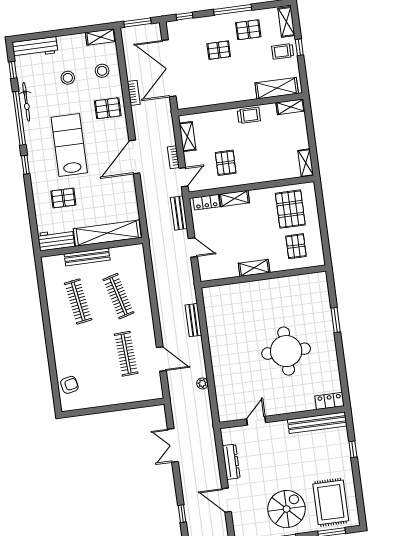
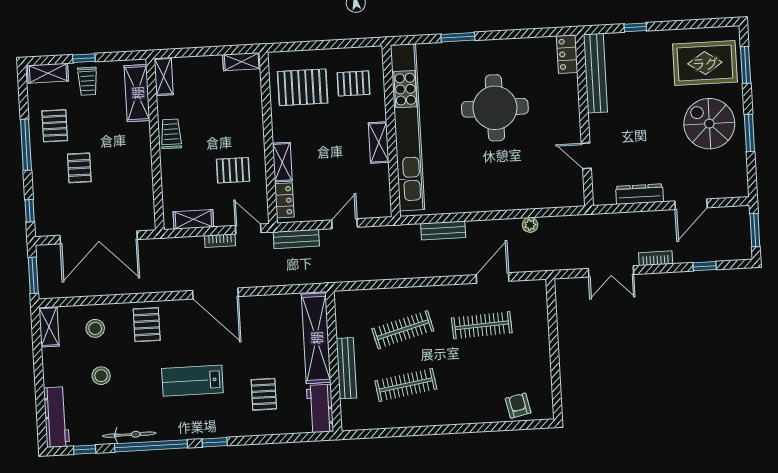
bookcase: (134, 93) -> (656, 258), moved
lab bench: (69, 145) -> (192, 381), width x0.73, depth x0.72
kitchen unit: (267, 288) -> (408, 127), added

